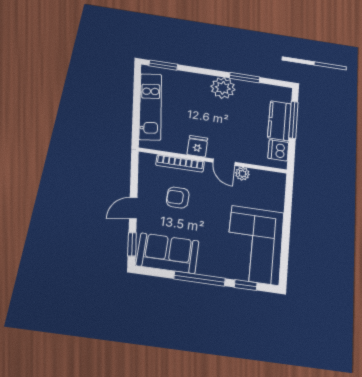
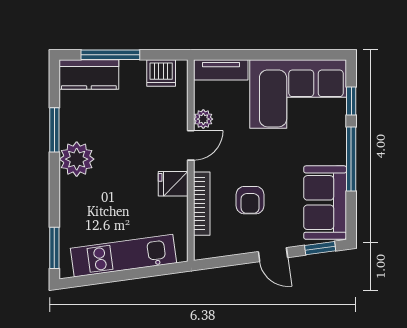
kitchen counter: (280, 121) -> (89, 74), moved
tv unit: (278, 191) -> (221, 70), added

